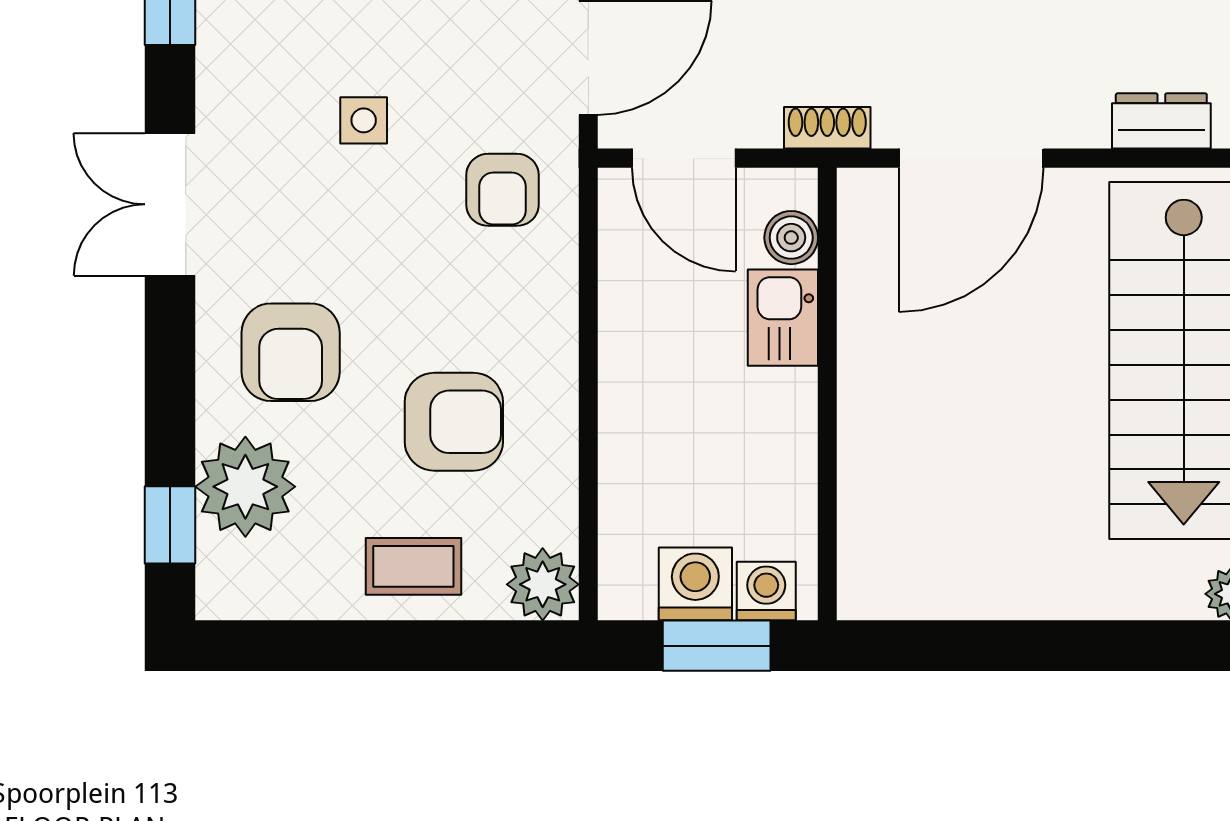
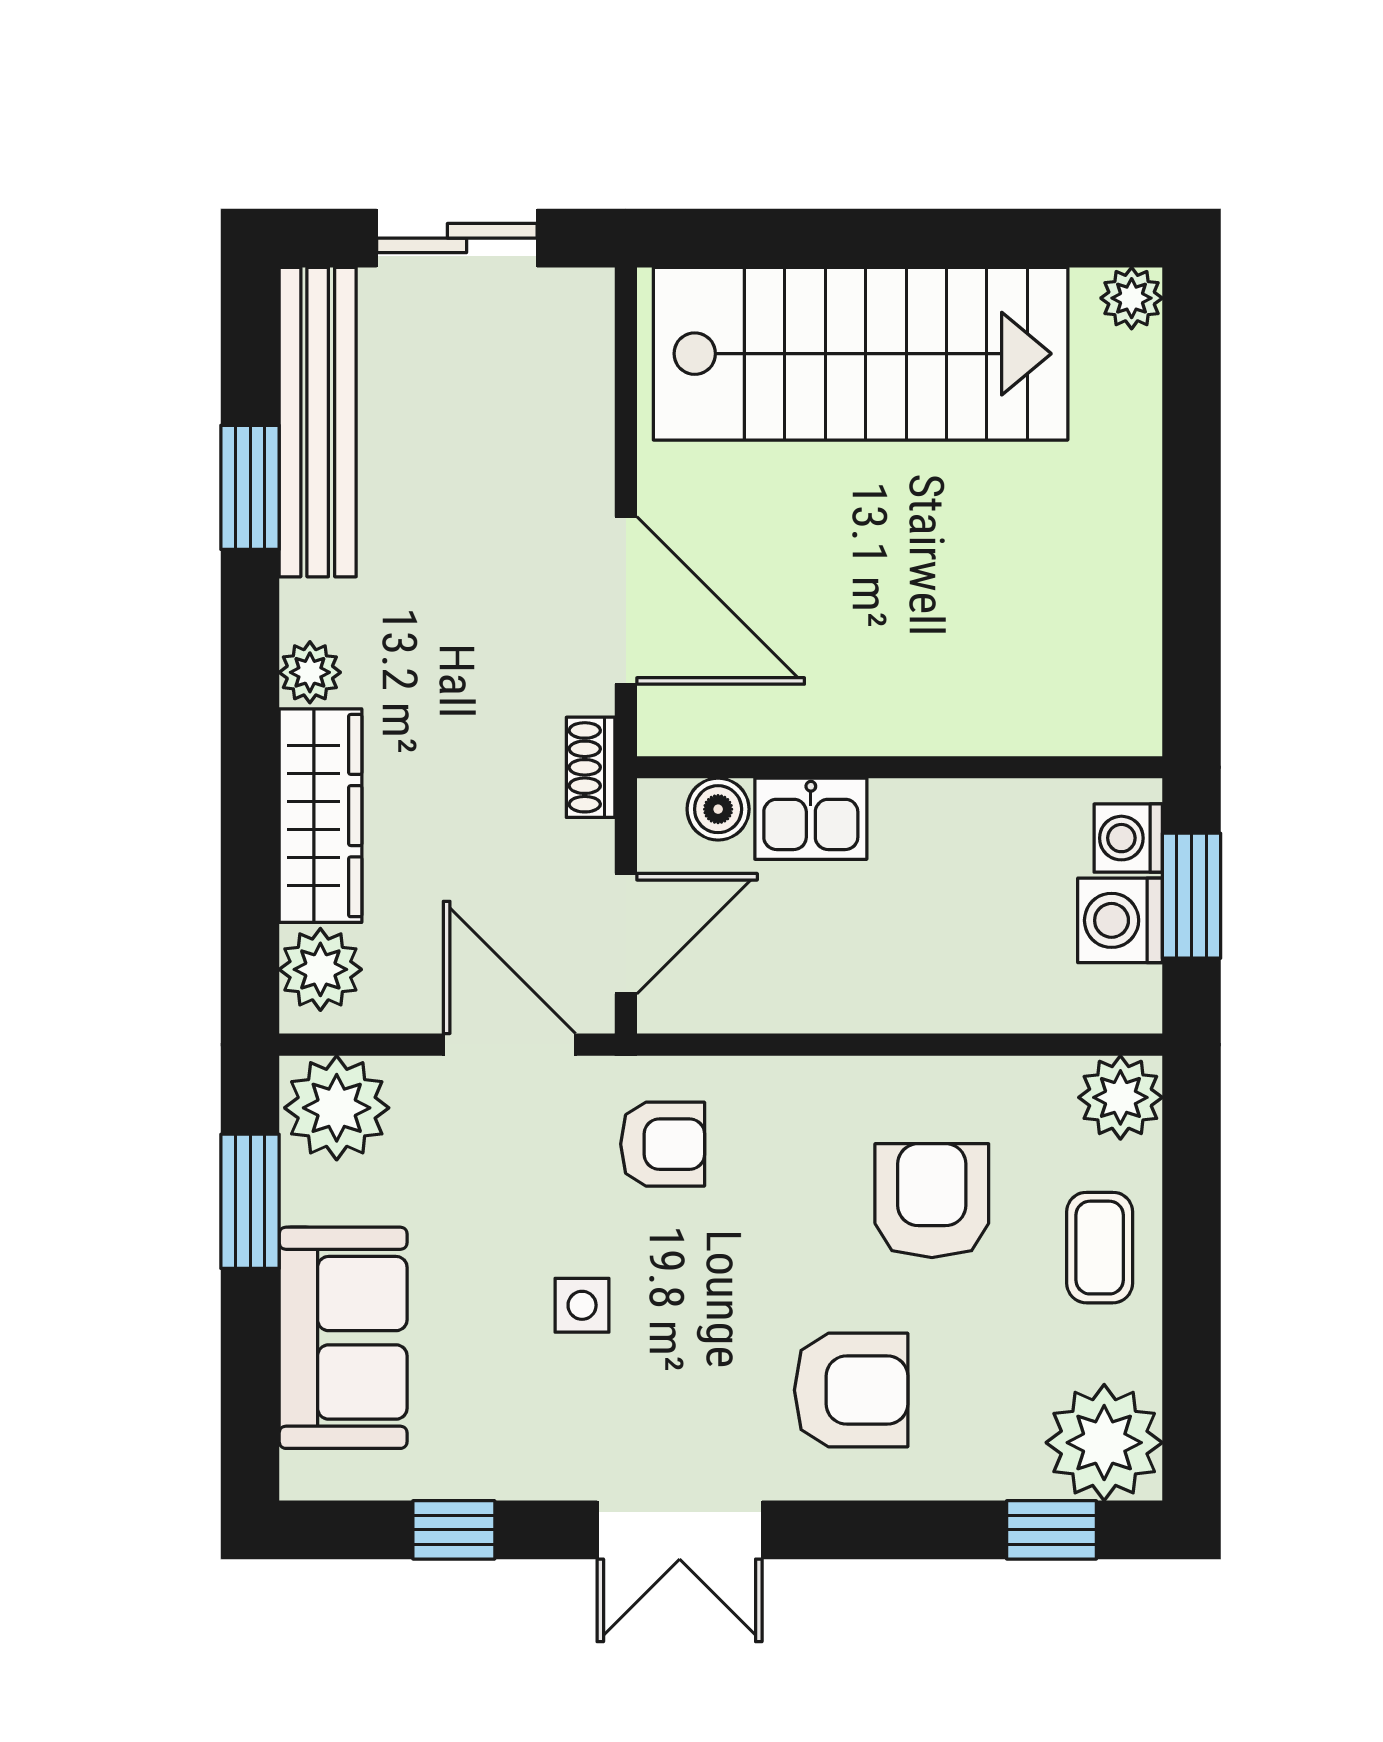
dresser: (1161, 121) -> (583, 380), removed
plant: (245, 487) -> (1104, 1443), moved

